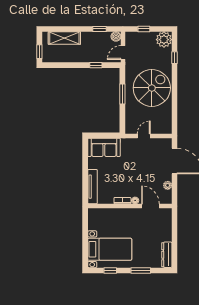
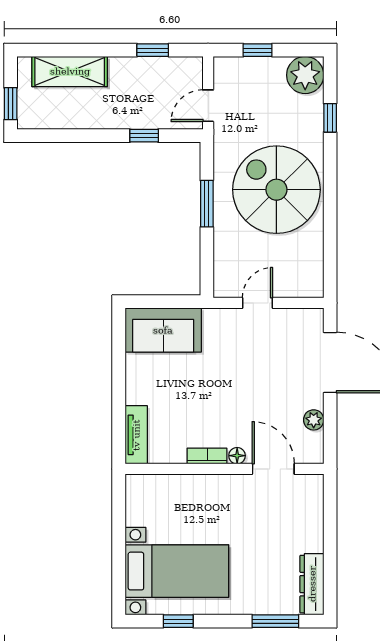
boiler: (116, 36) -> (192, 68), removed
spiral stairs: (152, 88) -> (276, 190), turned -90
tv unit: (92, 187) -> (136, 435), width x0.71
window: (141, 270) -> (275, 621), moved

